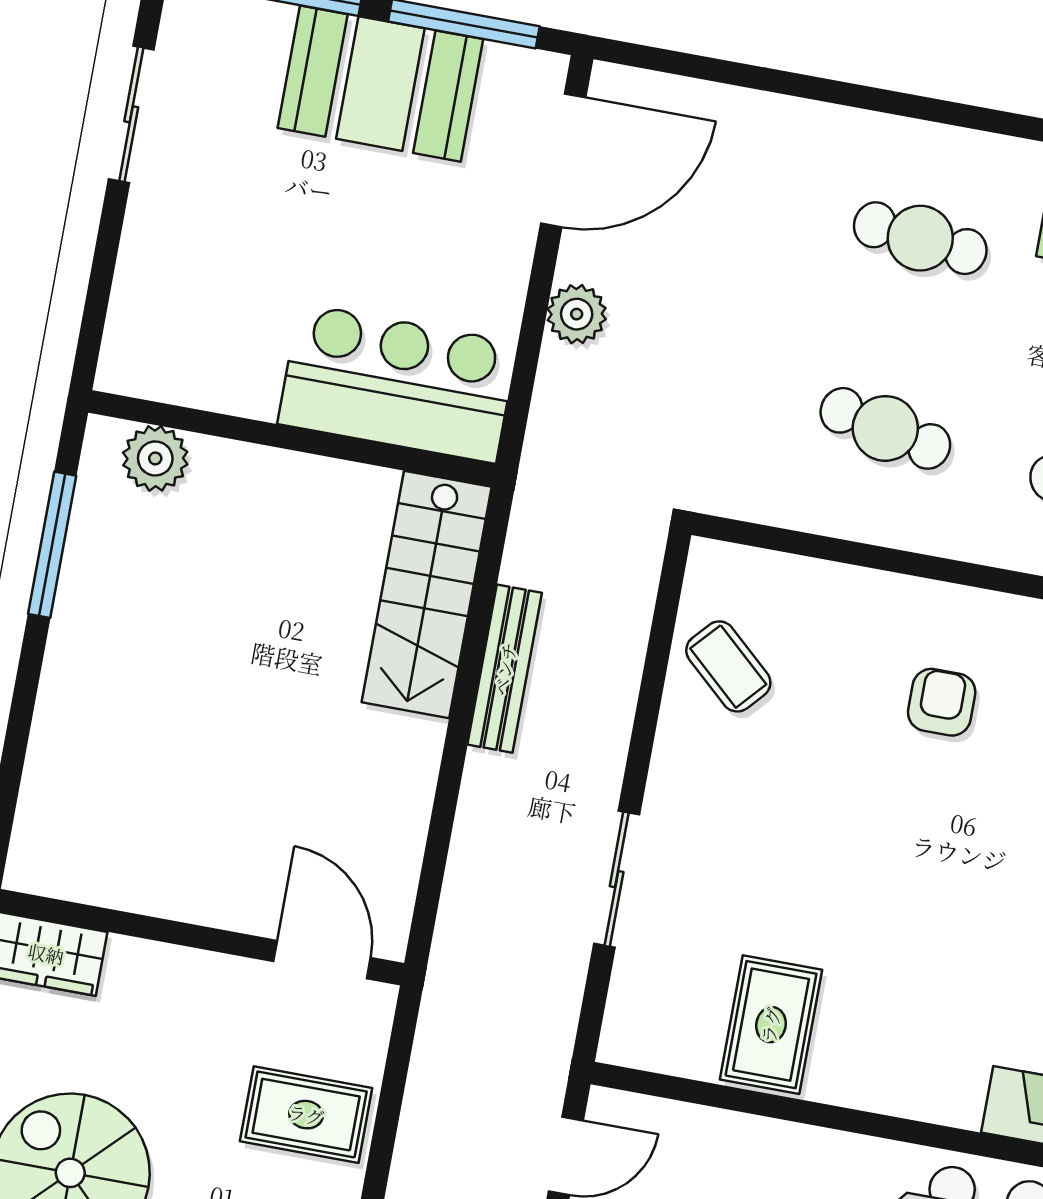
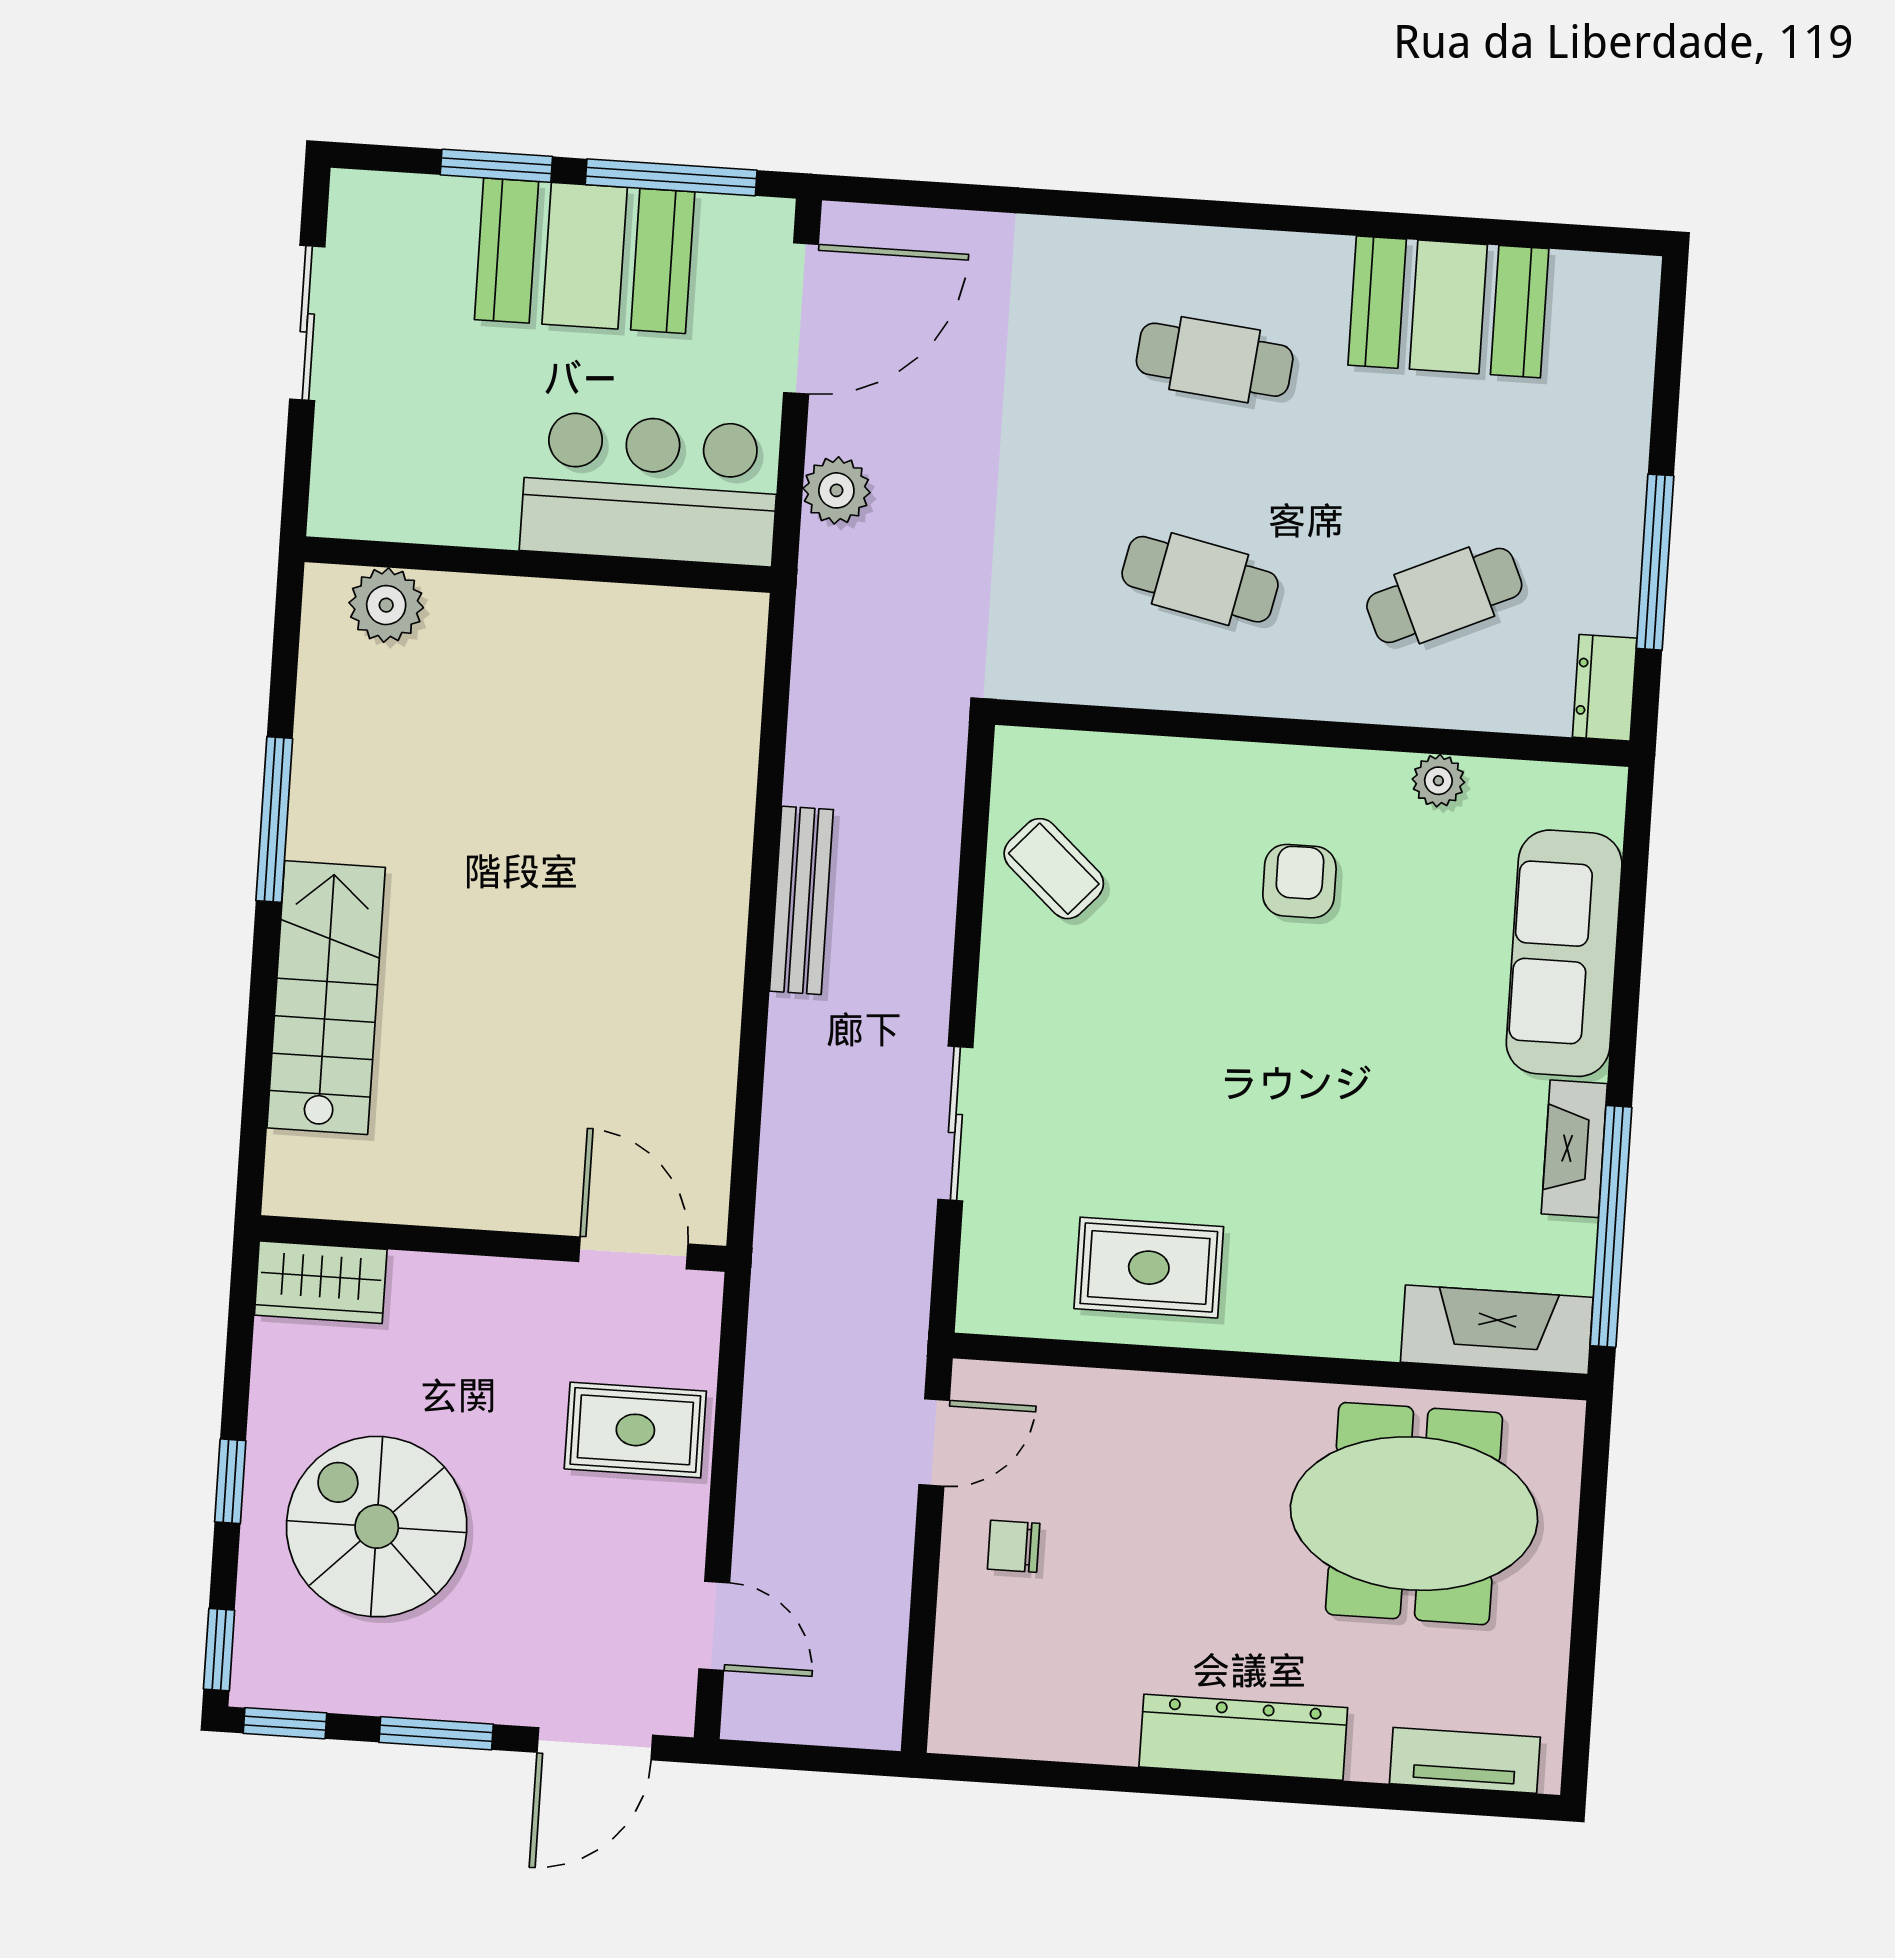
bar counter: (398, 383) -> (650, 489), moved
wall: (292, 438) -> (538, 565), moved
plant: (155, 458) -> (386, 605), moved
stairs: (427, 595) -> (326, 998), moved, turned 180
rug: (771, 1025) -> (1149, 1268), turned 90

